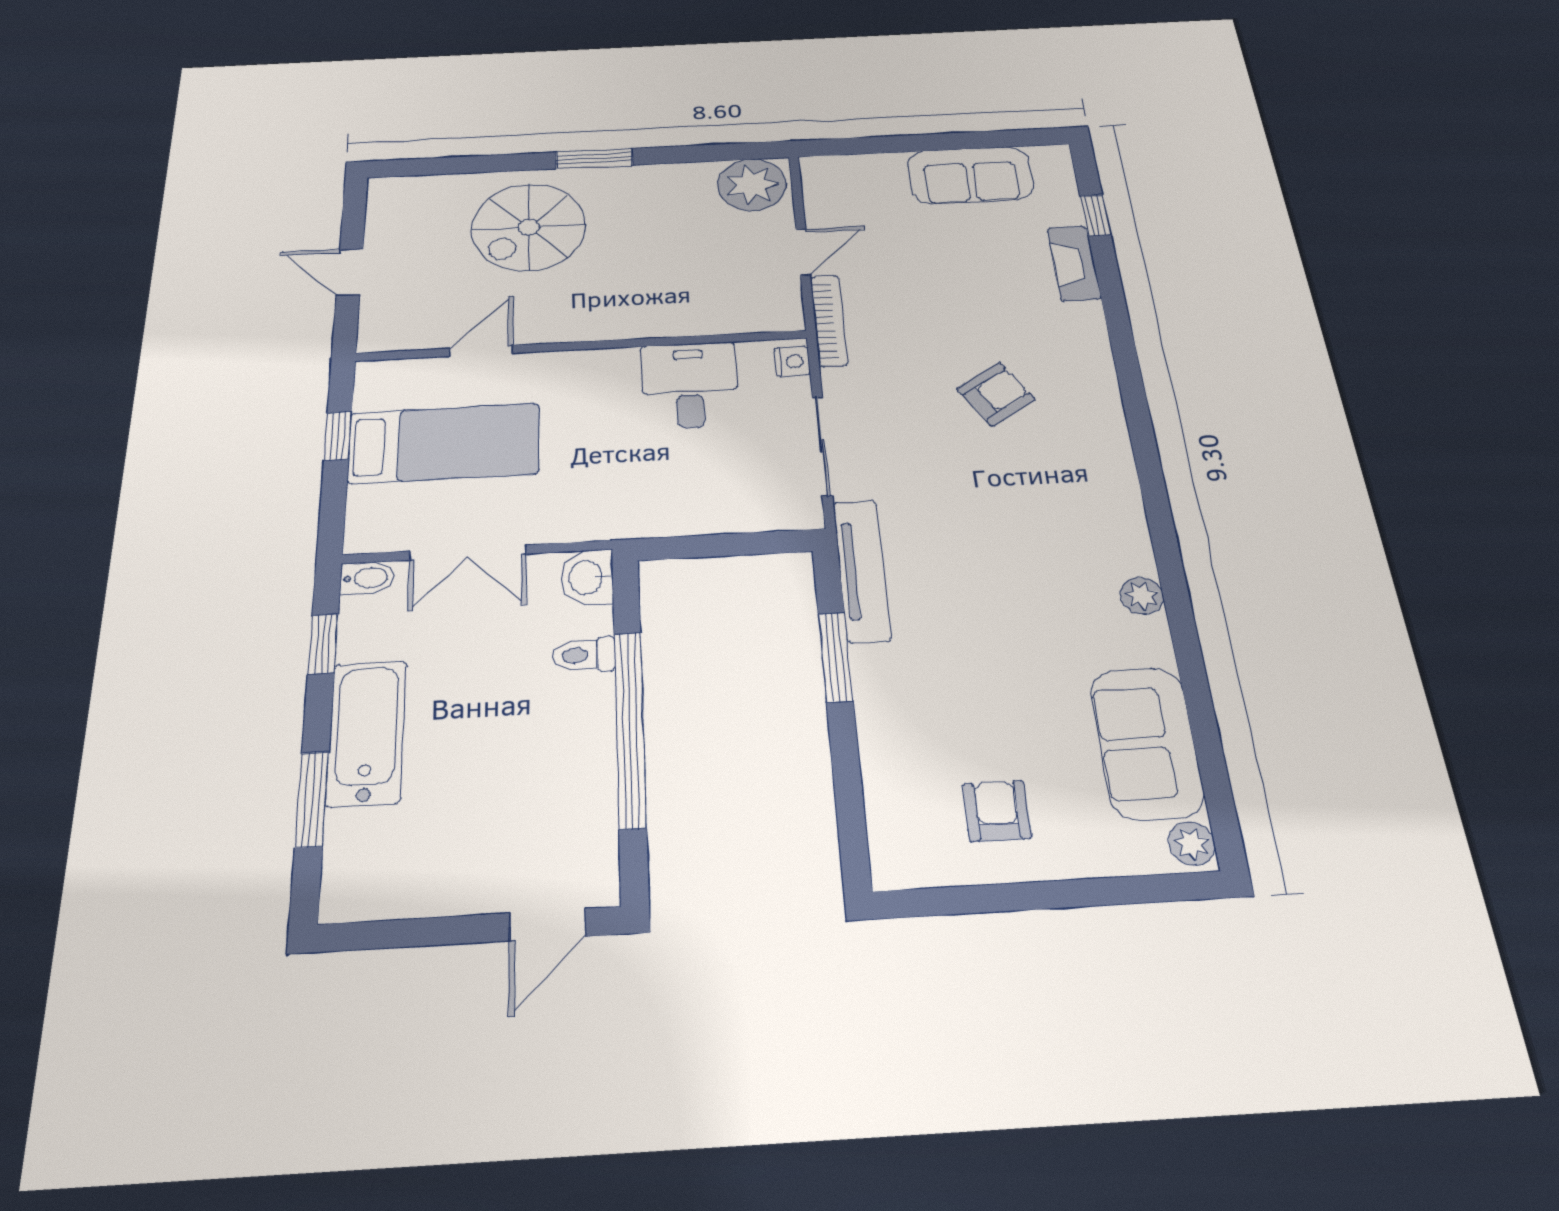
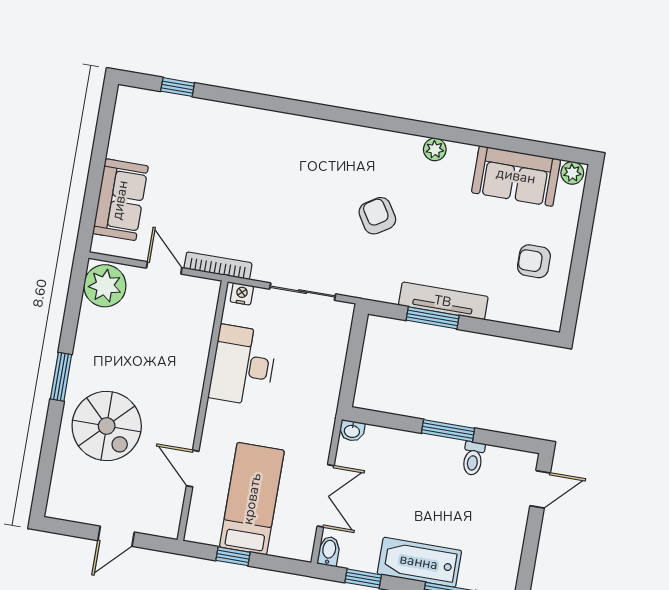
sofa: (970, 175) -> (120, 200), moved
fireplace: (1074, 263) -> (210, 112), removed
desk: (689, 385) -> (243, 365), width x1.37
armchair: (996, 394) -> (377, 216), moved
tv unit: (862, 570) -> (443, 301), moved
washbasin: (587, 577) -> (352, 431), width x0.72, depth x0.69
toilet: (584, 655) -> (473, 458), moved
window: (630, 728) -> (448, 431), width x0.47
door: (547, 925) -> (540, 489), hinge flipped

